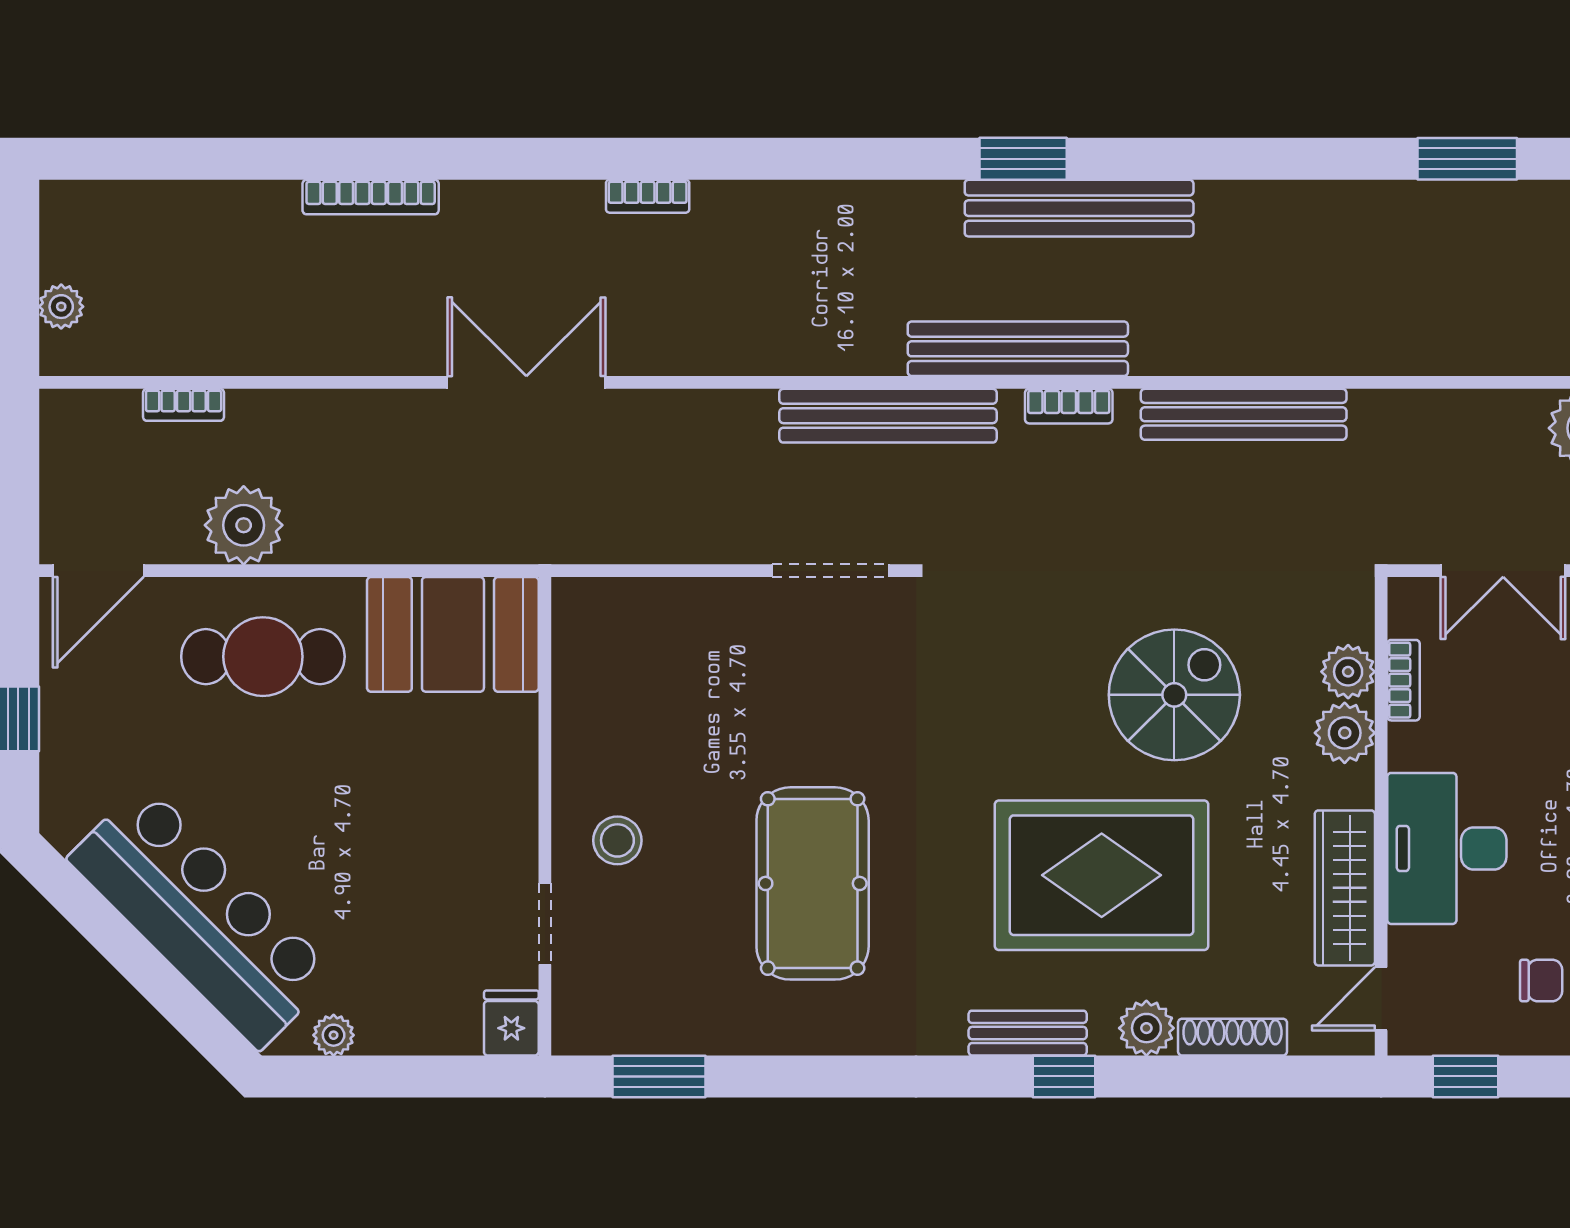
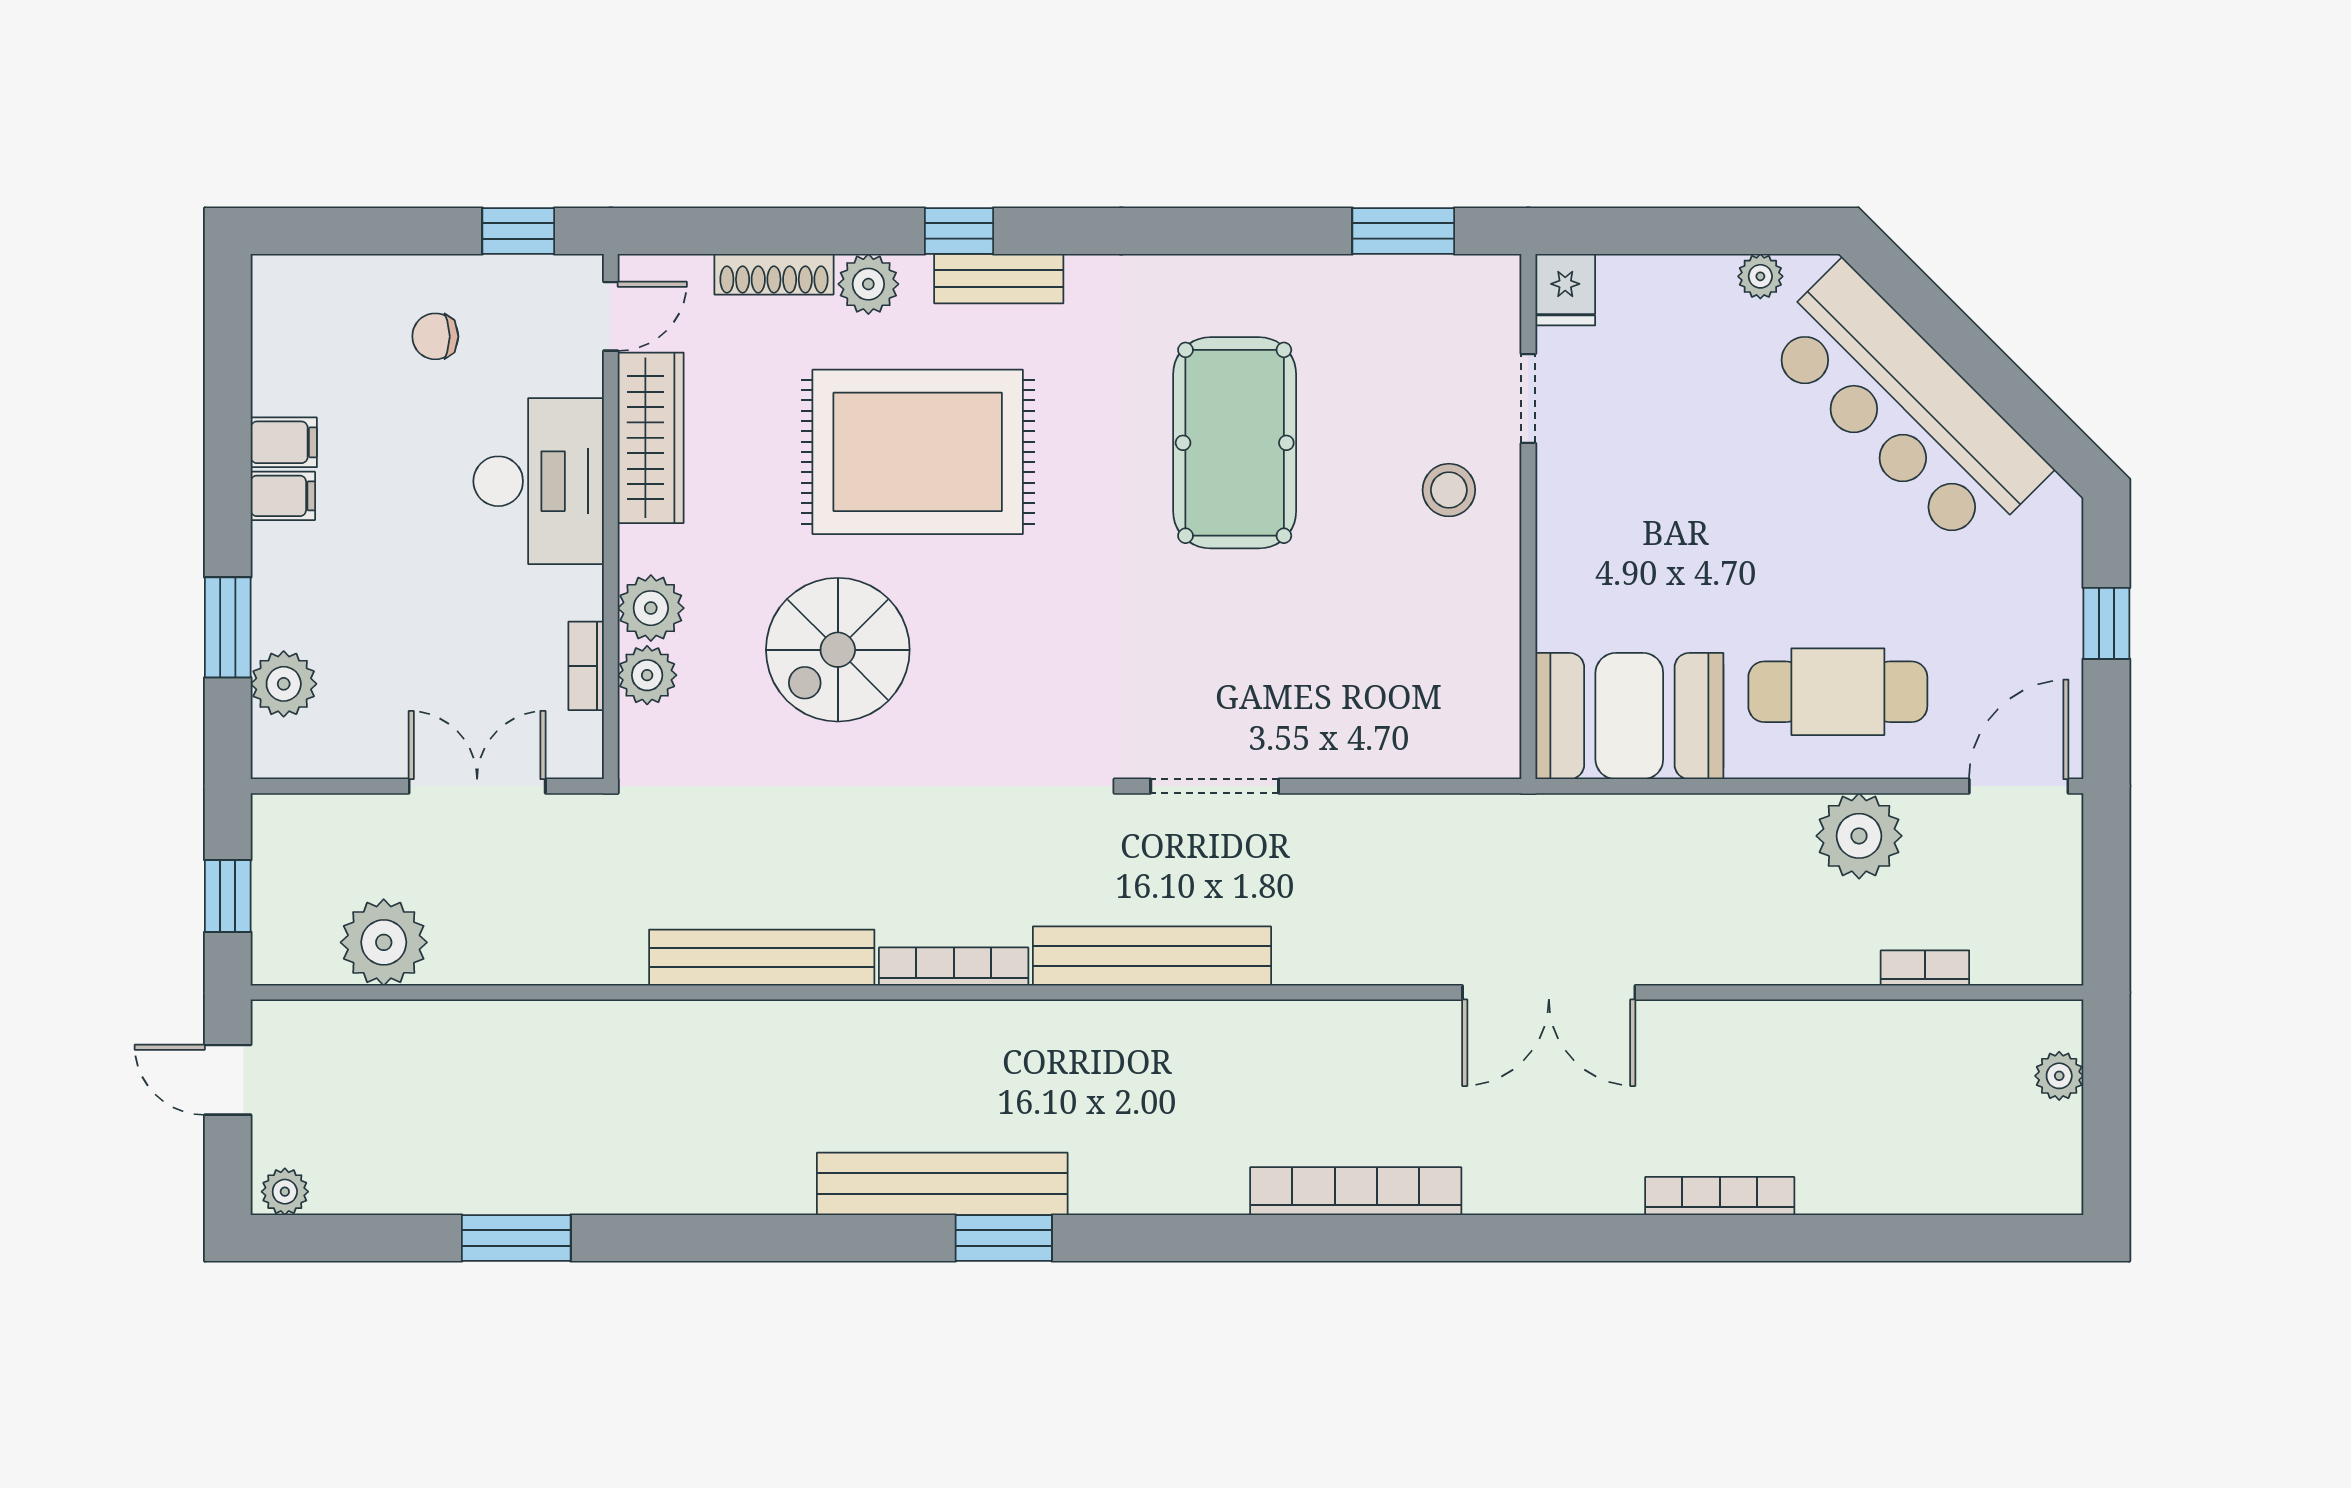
bookcase: (648, 196) -> (1356, 1191), width x2.31, depth x1.31
bench: (1018, 349) -> (1010, 1029), removed
bookcase: (1069, 406) -> (954, 967), width x1.56

